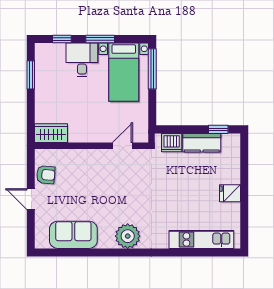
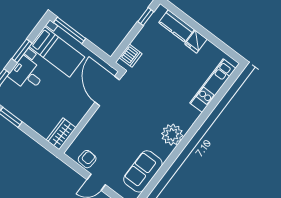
kitchen counter: (202, 143) -> (177, 26), moved, turned 90
door: (123, 146) -> (107, 91), width x1.88

